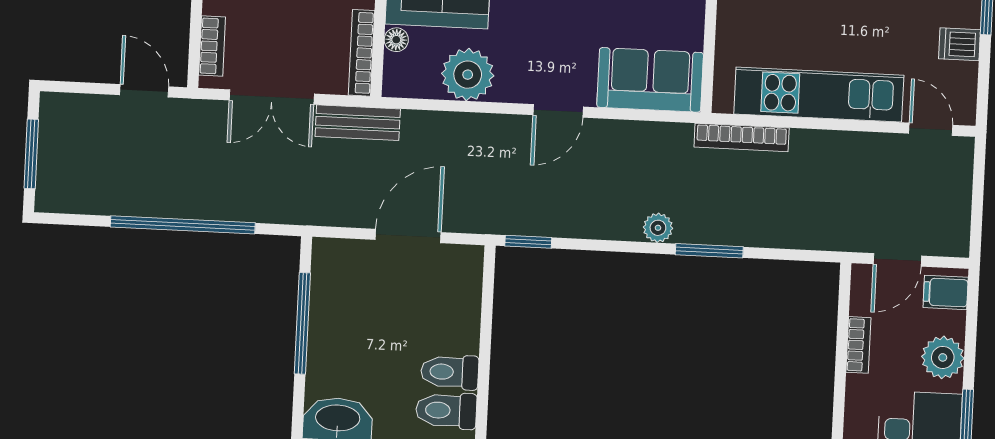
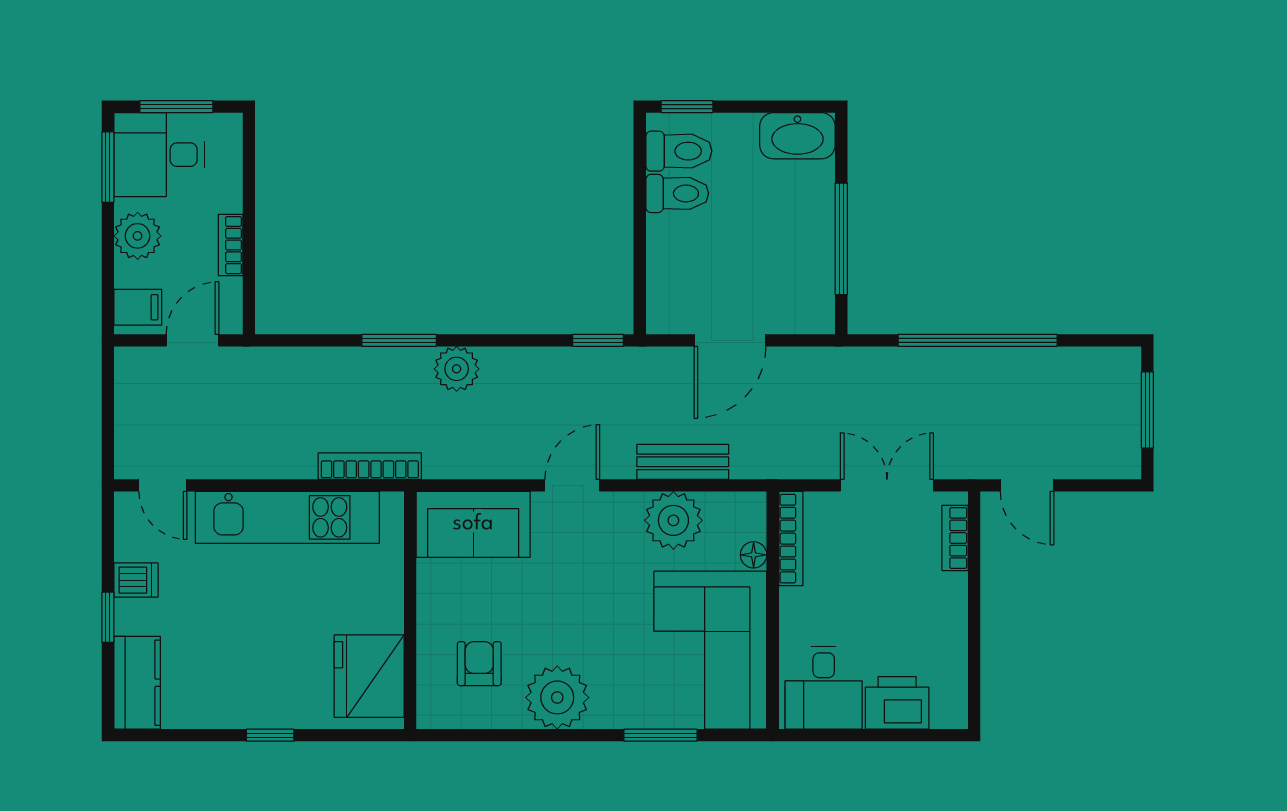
bench: (358, 123) -> (683, 462), moved
plant: (658, 228) -> (457, 369), width x1.38, depth x1.38

